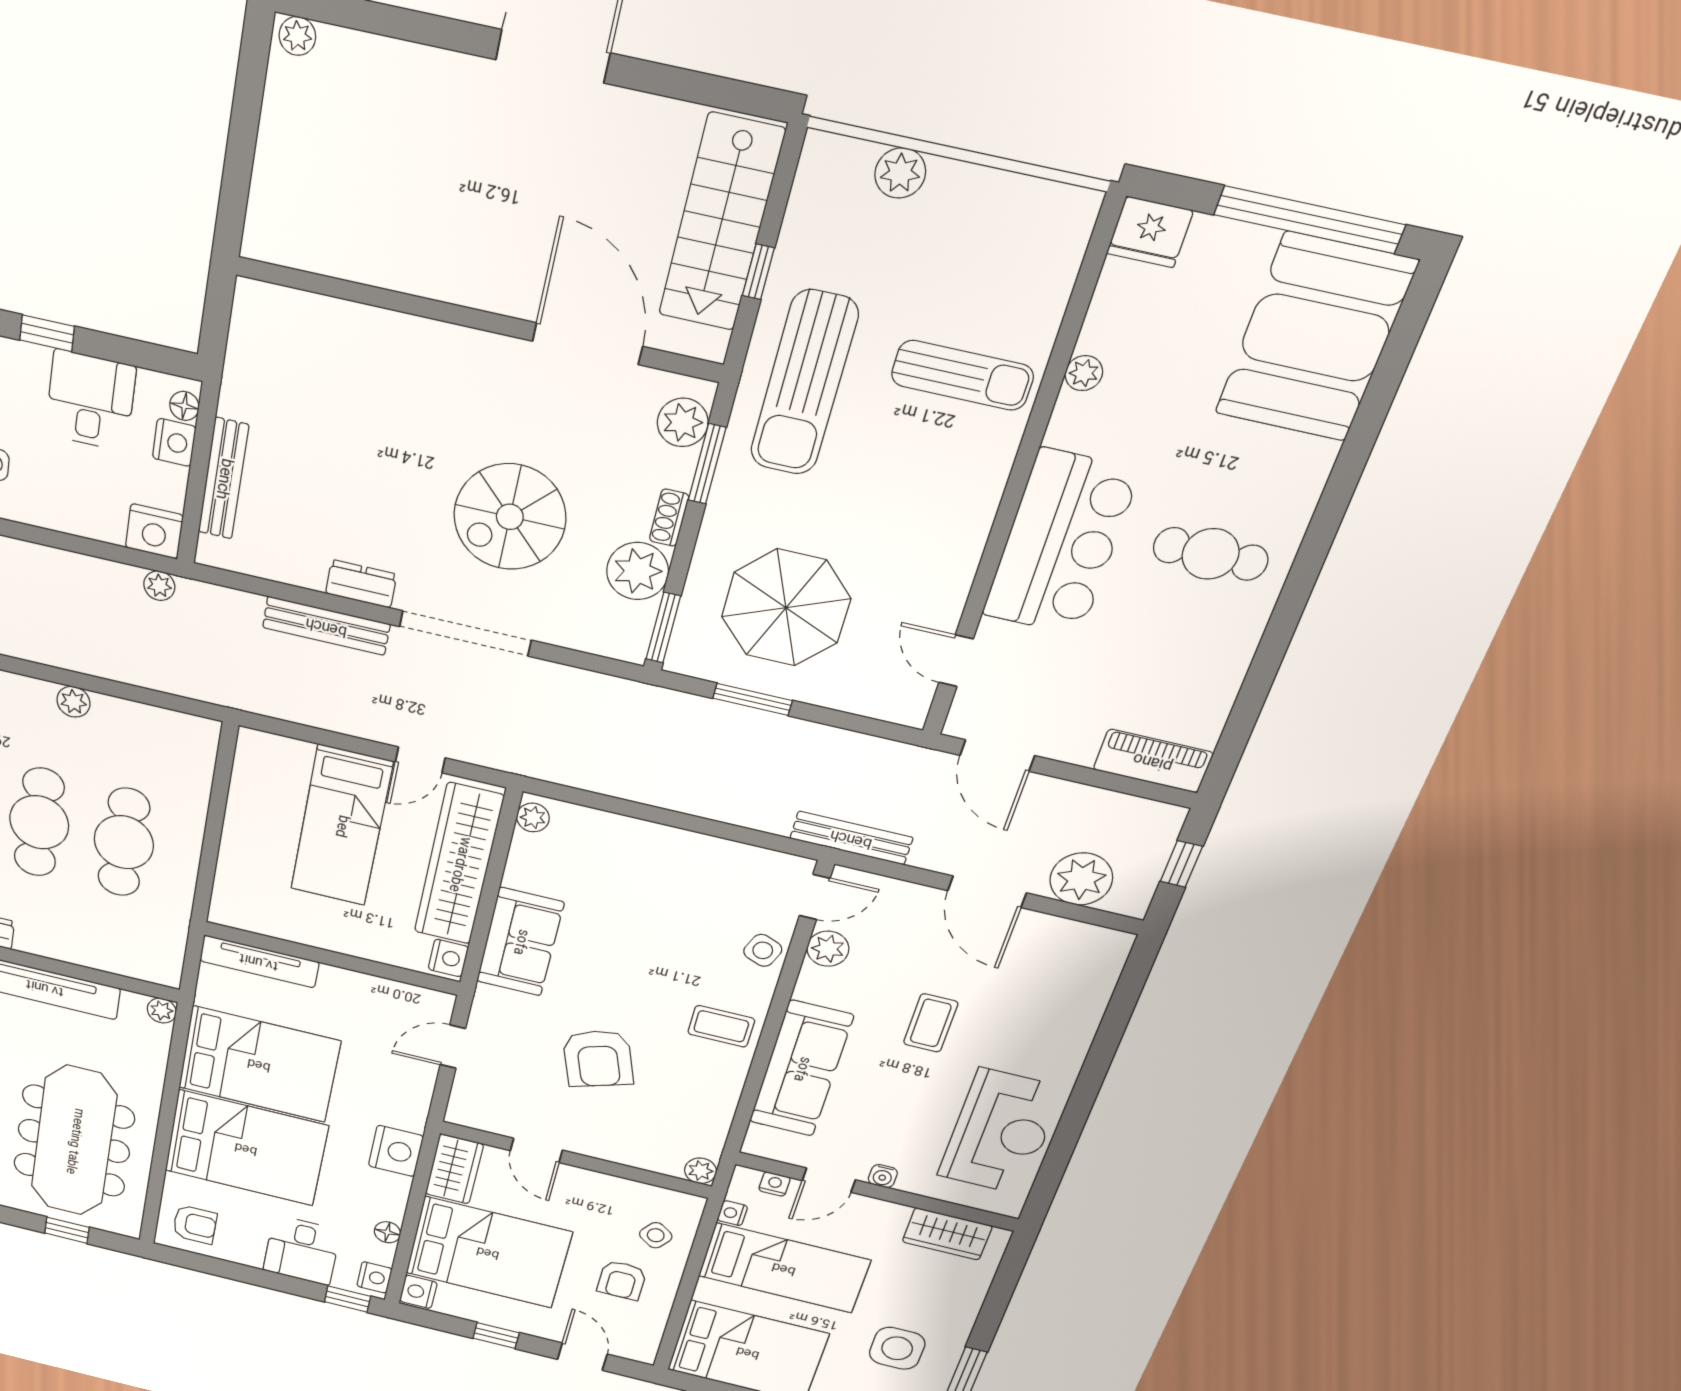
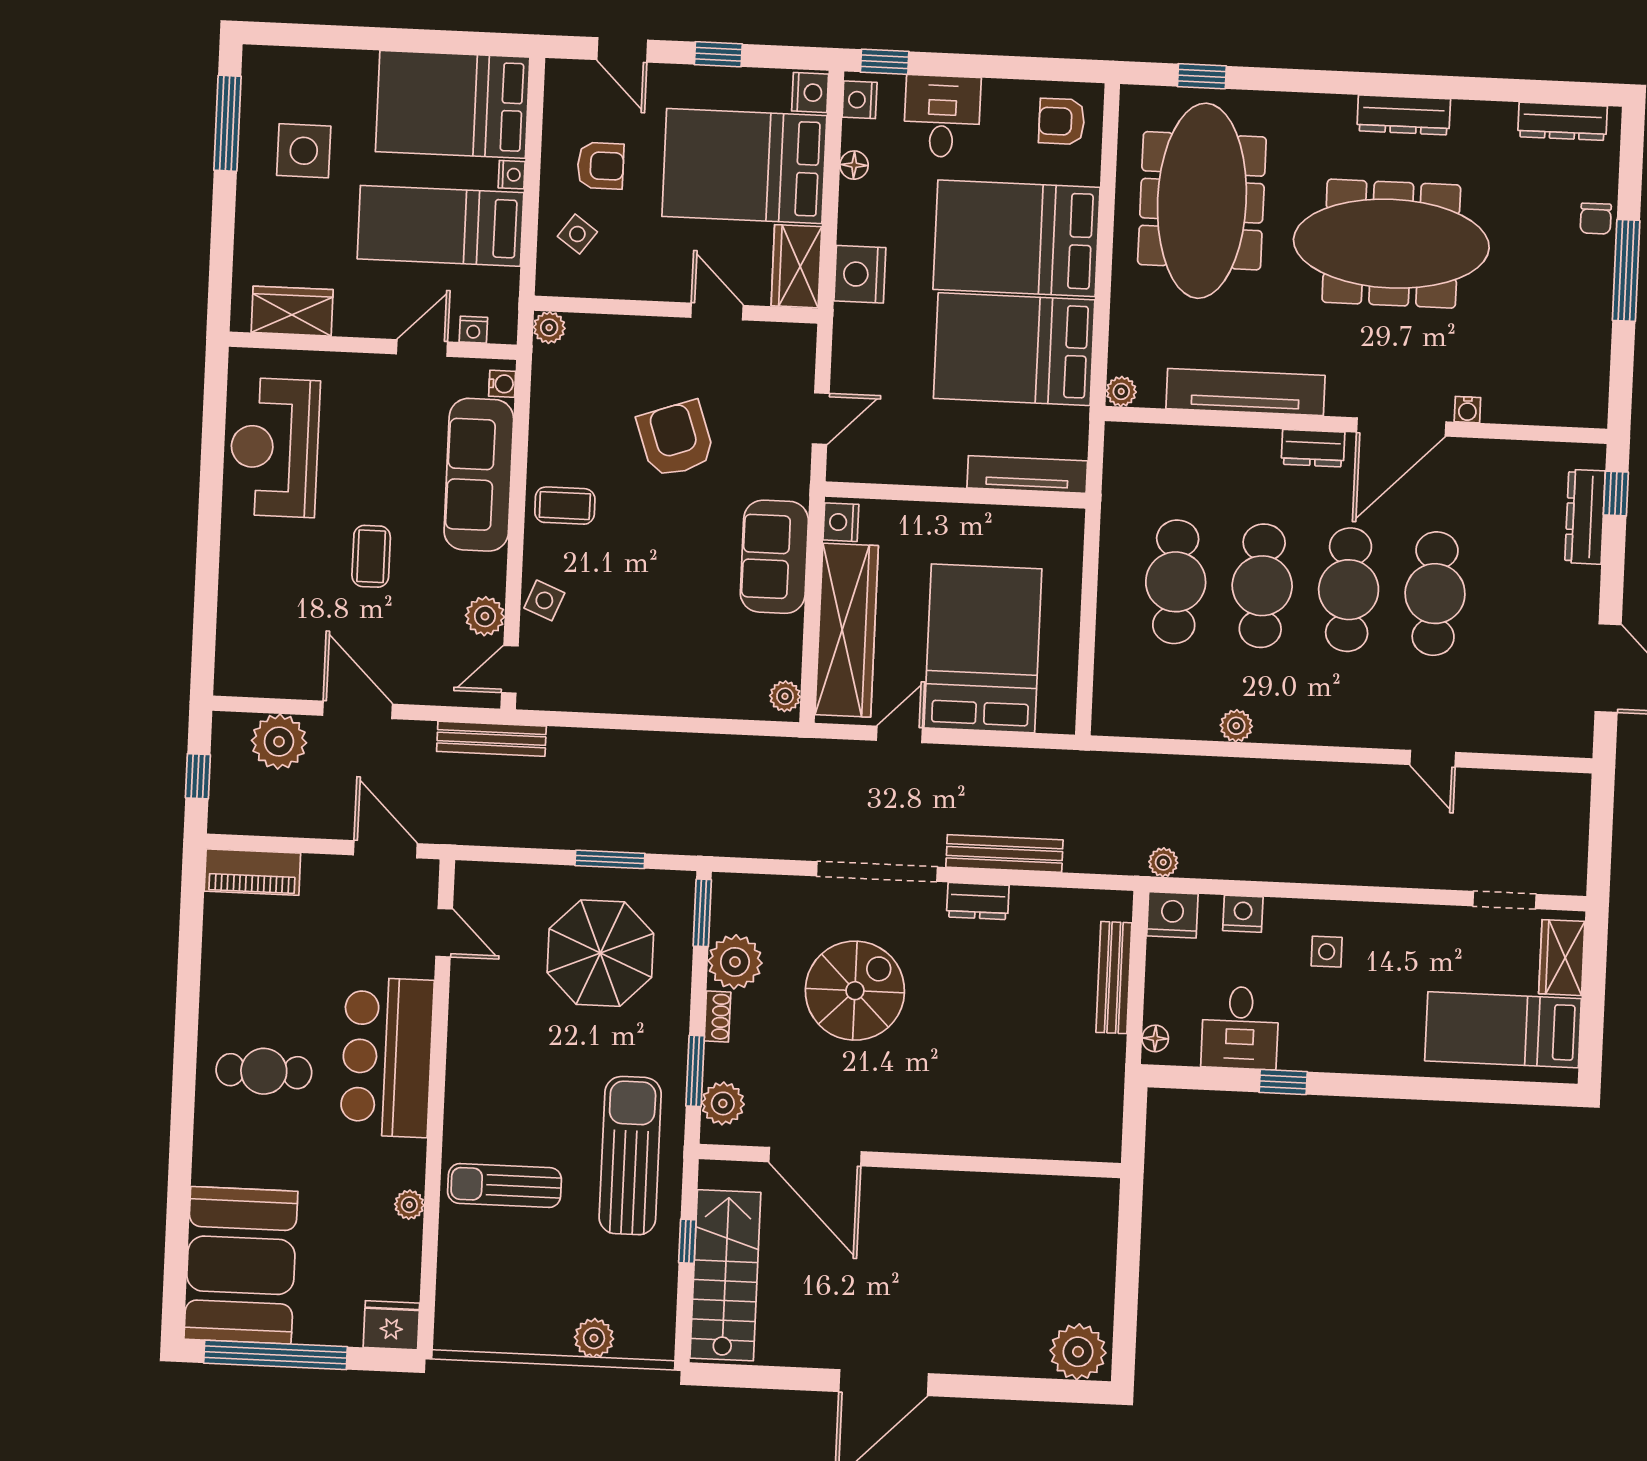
plant: (297, 36) -> (1078, 1352), width x1.88, depth x1.88
nightstand: (174, 442) -> (1243, 914), moved, turned 90
bed: (341, 826) -> (983, 648), width x1.50
water cooler: (883, 1176) -> (502, 384), moved, turned 90
nightstand: (732, 1213) -> (512, 175), moved
armchair: (622, 1280) -> (601, 166), turned 90

